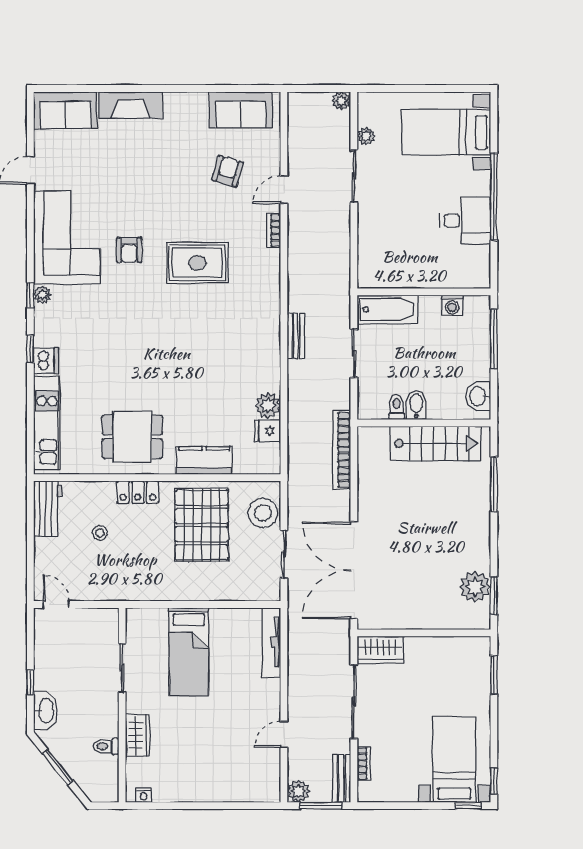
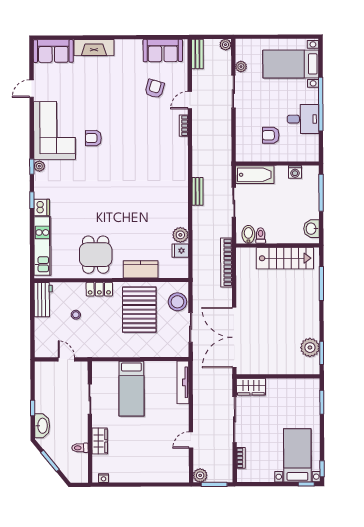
armchair: (413, 246) -> (271, 135), added
armchair: (129, 250) -> (93, 138), turned 90
rug: (197, 263) -> (136, 146), removed
bidet: (416, 405) -> (248, 234), moved
dining table: (132, 437) -> (96, 255), turned 90
door: (56, 604) -> (66, 359), moved
bench: (341, 778) -> (197, 54), moved

